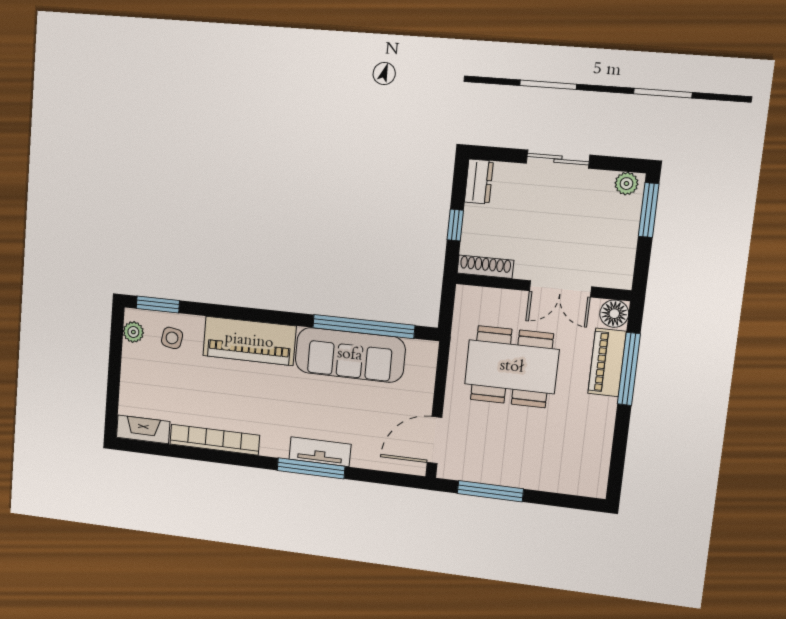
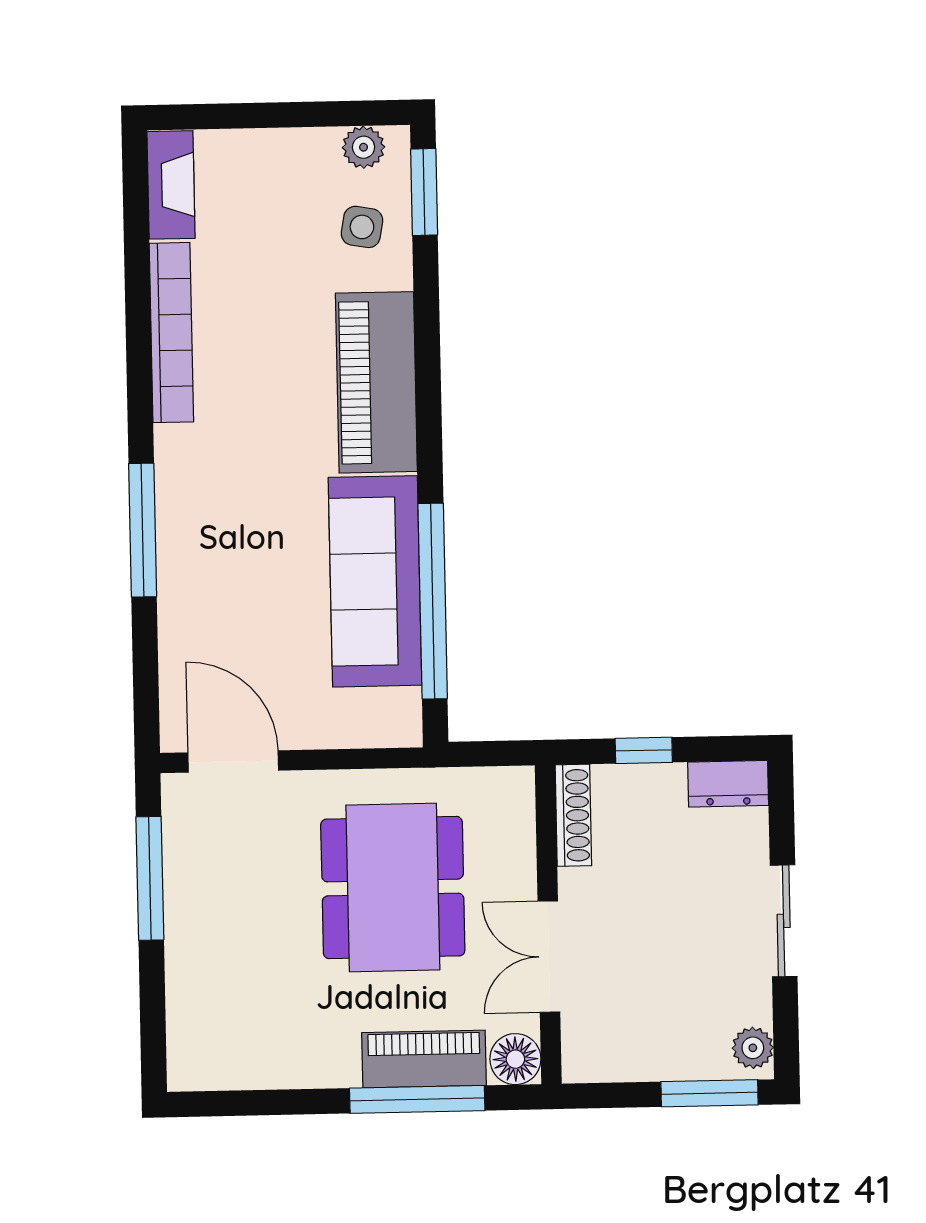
tv unit: (320, 452) -> (178, 544), removed

